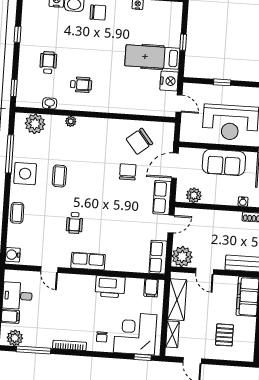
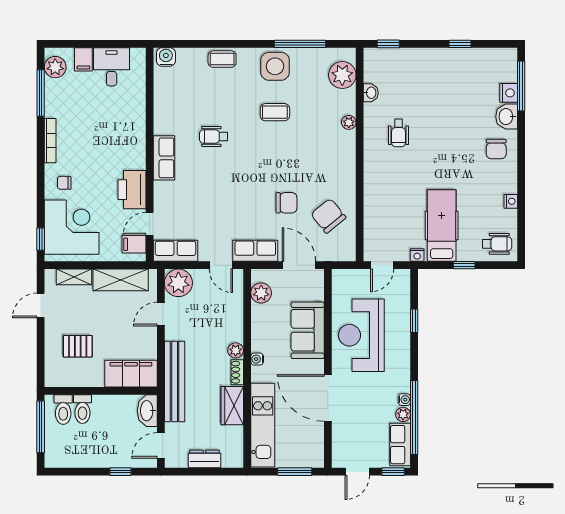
wheelchair: (48, 62) -> (497, 244), moved
nightstand: (169, 81) -> (417, 255), width x0.53, depth x0.56
plant: (235, 217) -> (236, 350), added
door: (49, 269) -> (150, 224), moved

